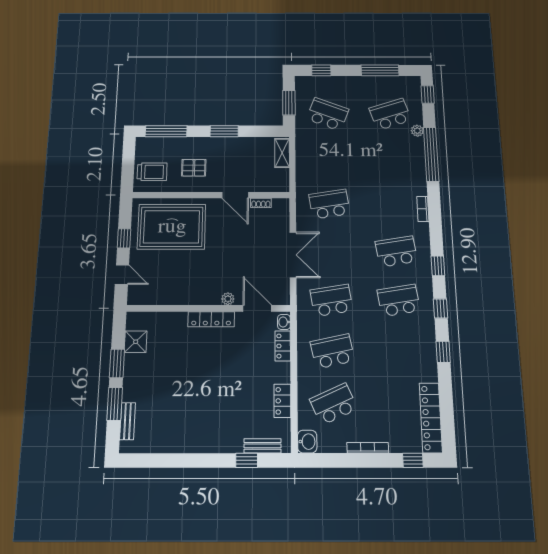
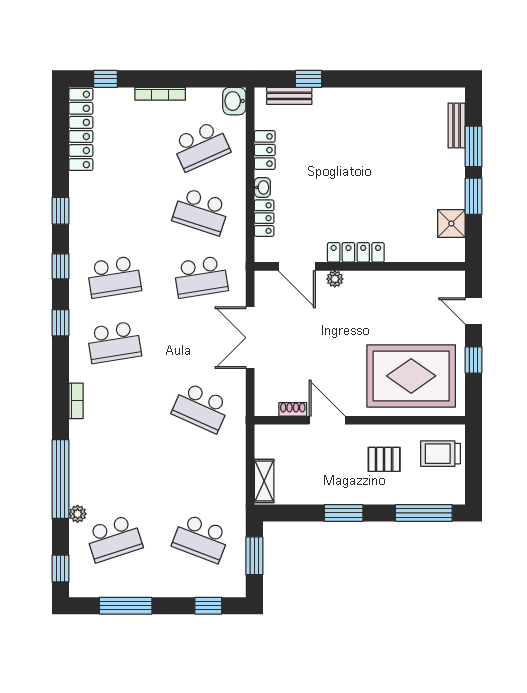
school desk: (329, 204) -> (201, 408), turned 33
washbasin: (284, 322) -> (262, 187), moved
school desk: (332, 351) -> (201, 211), turned 30

